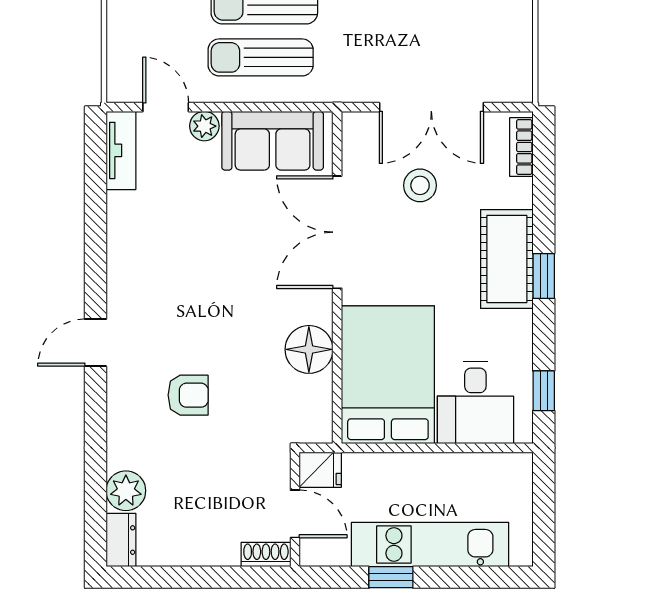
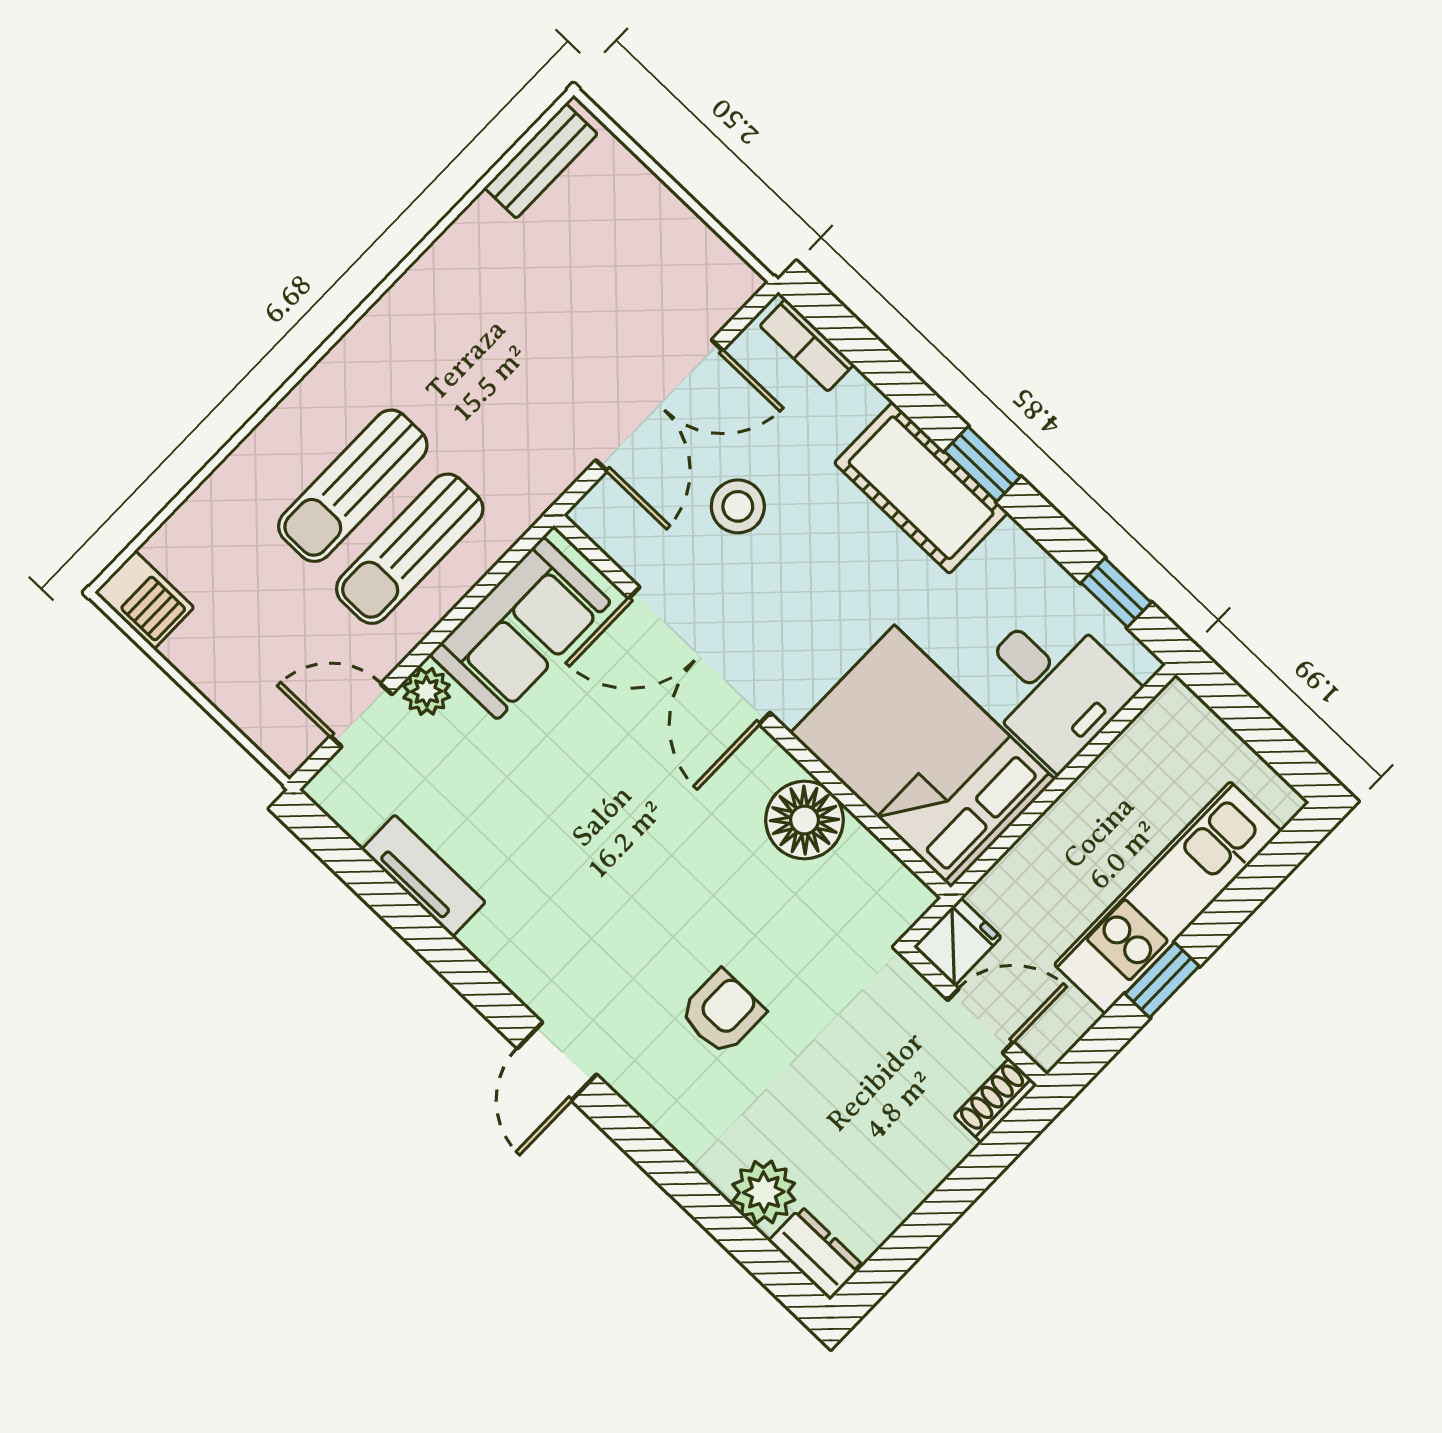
tv unit: (121, 150) -> (423, 876), moved

